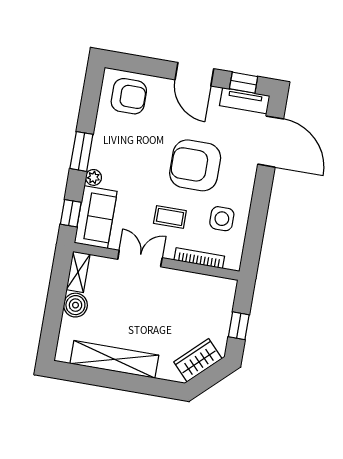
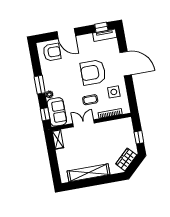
door: (194, 74) -> (66, 34), moved
door: (271, 142) -> (126, 64), moved
boiler: (75, 305) -> (62, 155), removed

